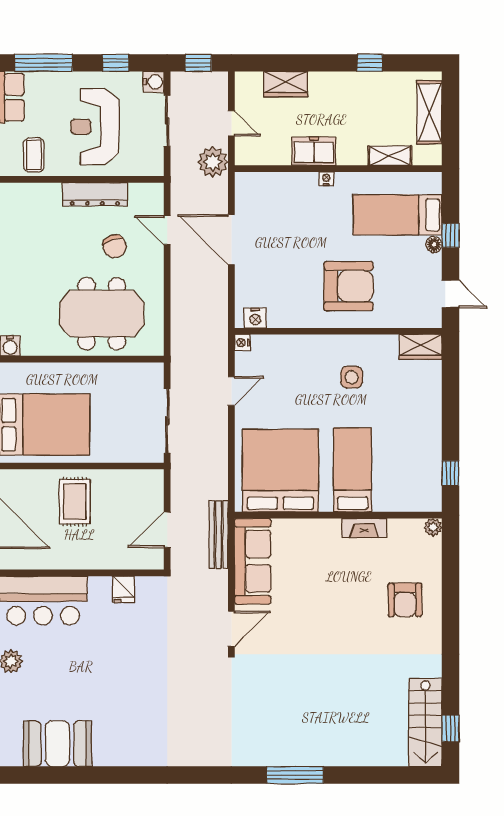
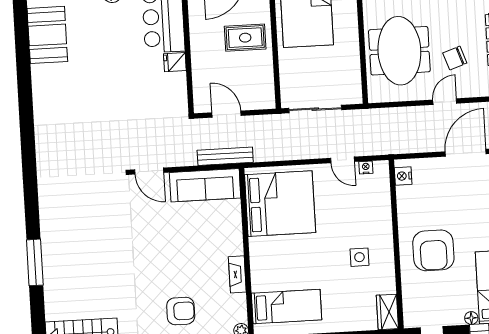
door: (167, 230) -> (445, 102), moved
nightstand: (242, 343) -> (366, 167), moved
bed: (353, 470) -> (287, 307), moved
fridge: (124, 589) -> (175, 62), moved
armchair: (405, 600) -> (181, 311), turned 180
window: (295, 775) -> (35, 262), moved

